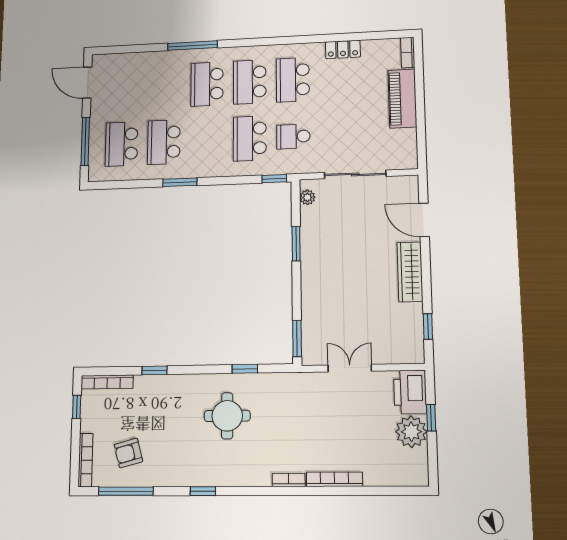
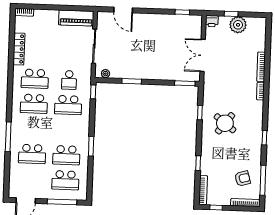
locker: (343, 49) -> (19, 49), width x1.53
school desk: (207, 84) -> (32, 154), moved
piano: (402, 99) -> (76, 18), moved
door: (424, 220) -> (123, 10), hinge flipped
wardrobe: (410, 272) -> (152, 20), removed
double door: (350, 368) -> (203, 55), width x1.37
printer: (410, 392) -> (212, 21), width x0.53, depth x0.68
round table: (227, 416) -> (225, 123), turned 38
armchair: (128, 453) -> (243, 178), turned -91

